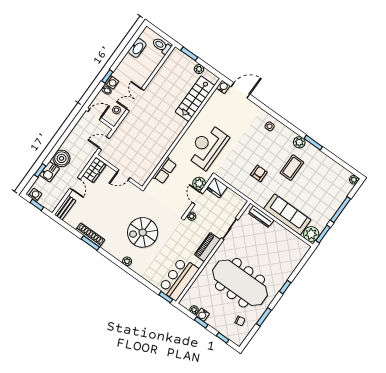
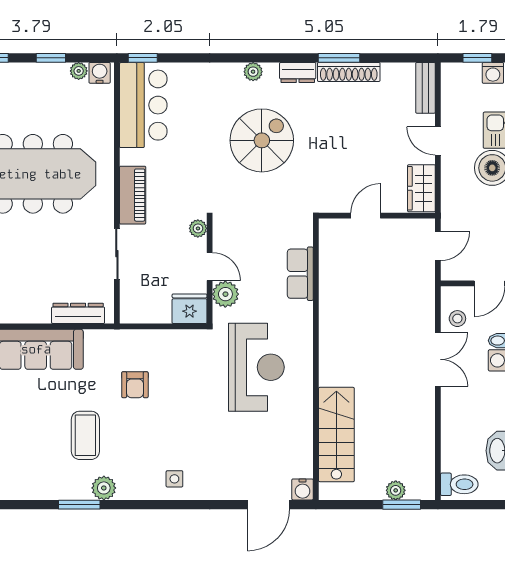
plant: (199, 69) -> (396, 490), moved
dresser: (110, 249) -> (298, 72), added
water cooler: (203, 315) -> (100, 73), moved

